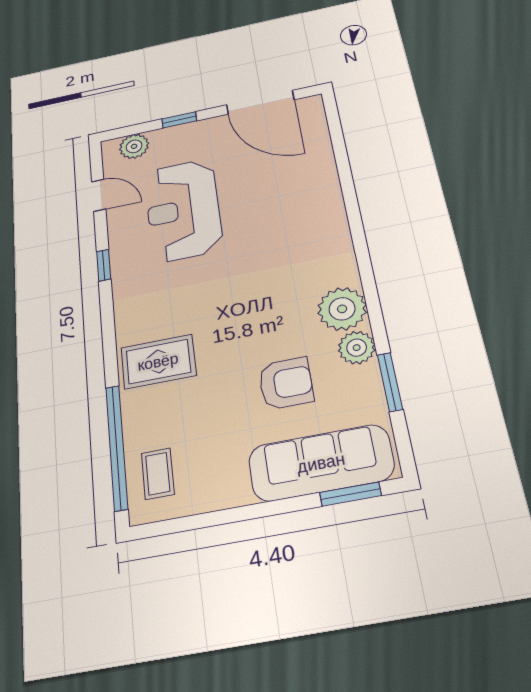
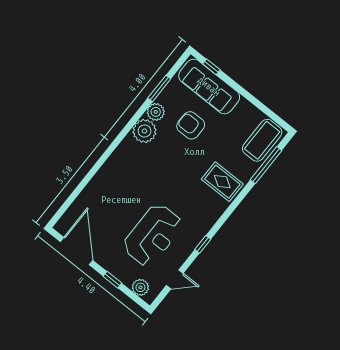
door: (99, 195) -> (175, 279), swing flipped
window: (117, 447) -> (266, 165), width x0.68
coffee table: (158, 474) -> (262, 140), width x1.86, depth x1.72
window: (350, 494) -> (211, 67), width x0.67

